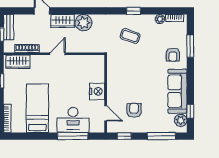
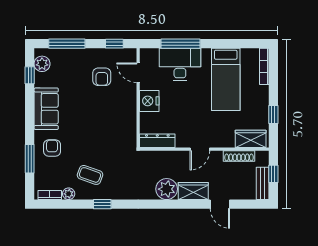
coffee table: (130, 36) -> (90, 175), moved
dresser: (91, 60) -> (157, 141), added
sofa: (177, 91) -> (46, 109), width x0.73

